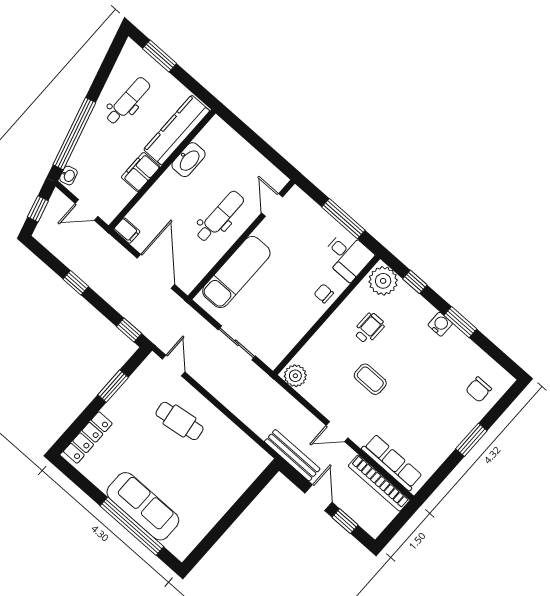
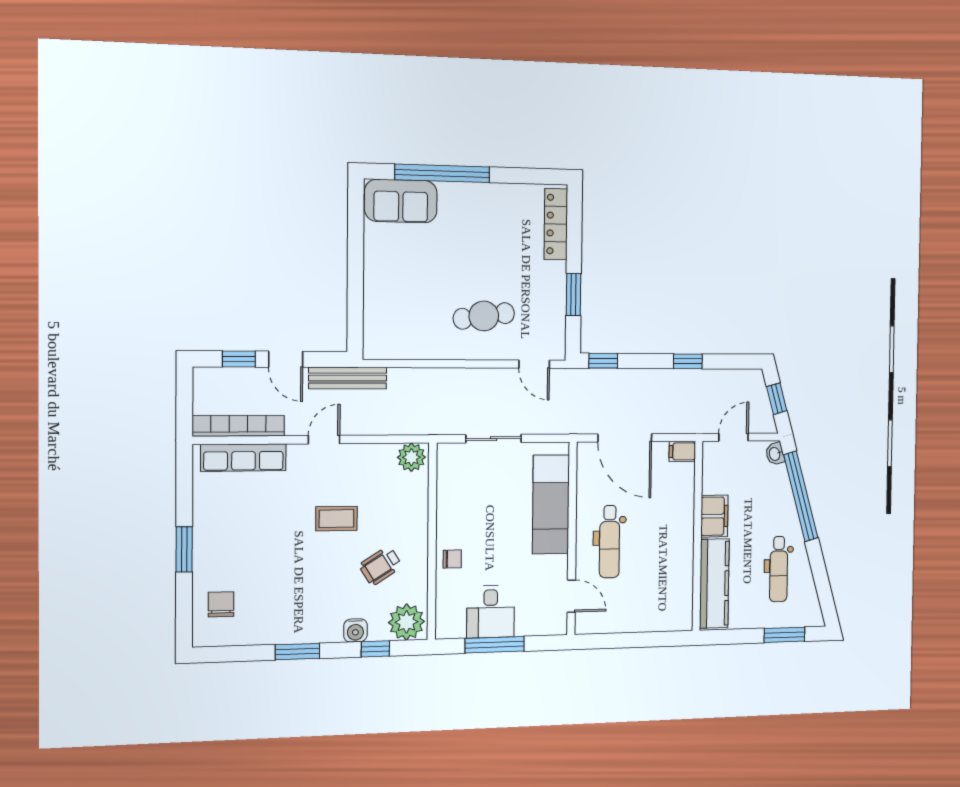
washbasin: (189, 160) -> (681, 567), removed
desk: (347, 256) -> (491, 612), moved, turned -90
water cooler: (440, 324) -> (355, 630), moved
wheelchair: (369, 328) -> (381, 566), turned 58
sofa: (143, 506) -> (401, 201), moved, width x0.73

